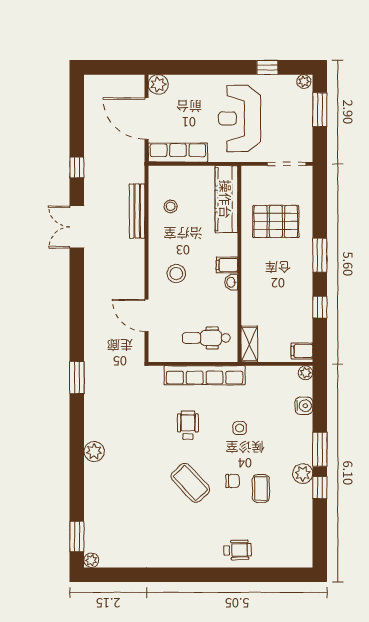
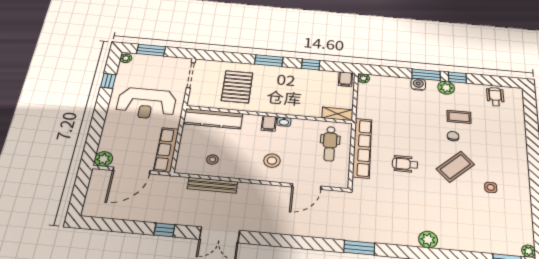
water cooler: (304, 406) -> (418, 84), moved
side table: (240, 428) -> (491, 187), moved
wheelchair: (238, 550) -> (495, 97), moved

